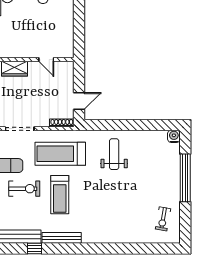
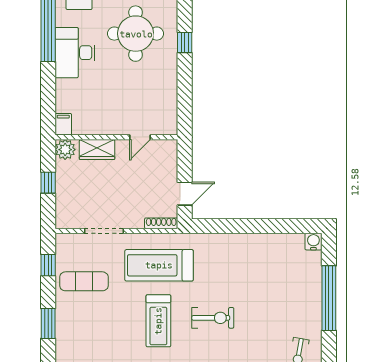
door: (46, 60) -> (140, 137), hinge flipped
weight bench: (114, 154) -> (232, 266), removed
exercise bike: (24, 189) -> (213, 318), moved

